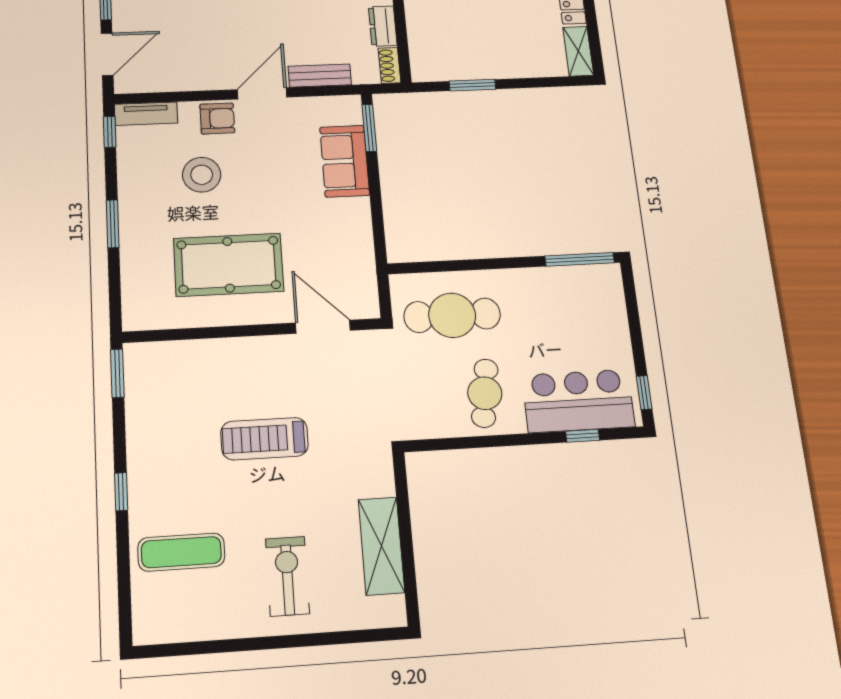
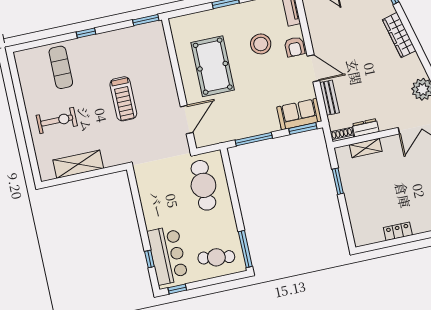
shelving: (578, 51) -> (366, 148), moved
sofa: (345, 161) -> (299, 114), moved
window: (377, 214) -> (254, 139), added
cafe table: (485, 393) -> (216, 257), moved
treadmill: (264, 439) -> (123, 99), turned 180

